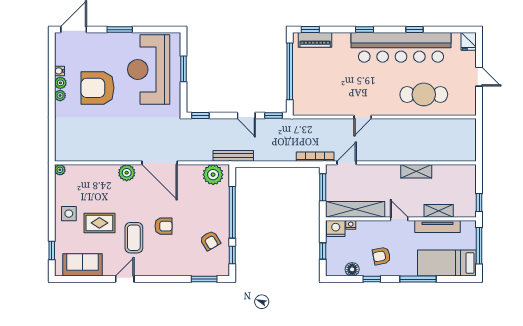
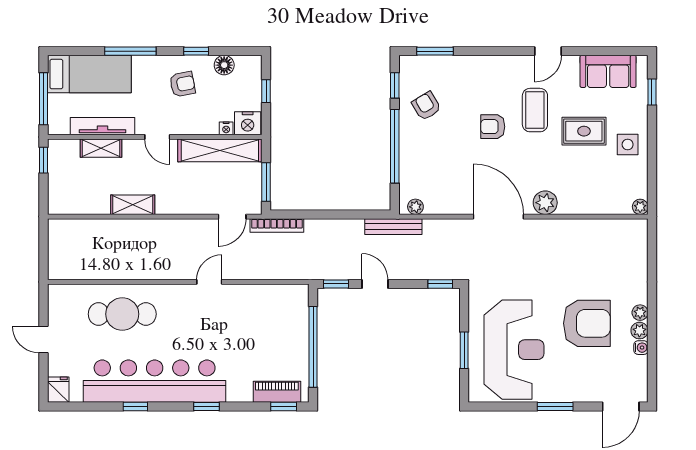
plant: (213, 175) -> (415, 207), width x0.53, depth x0.53

